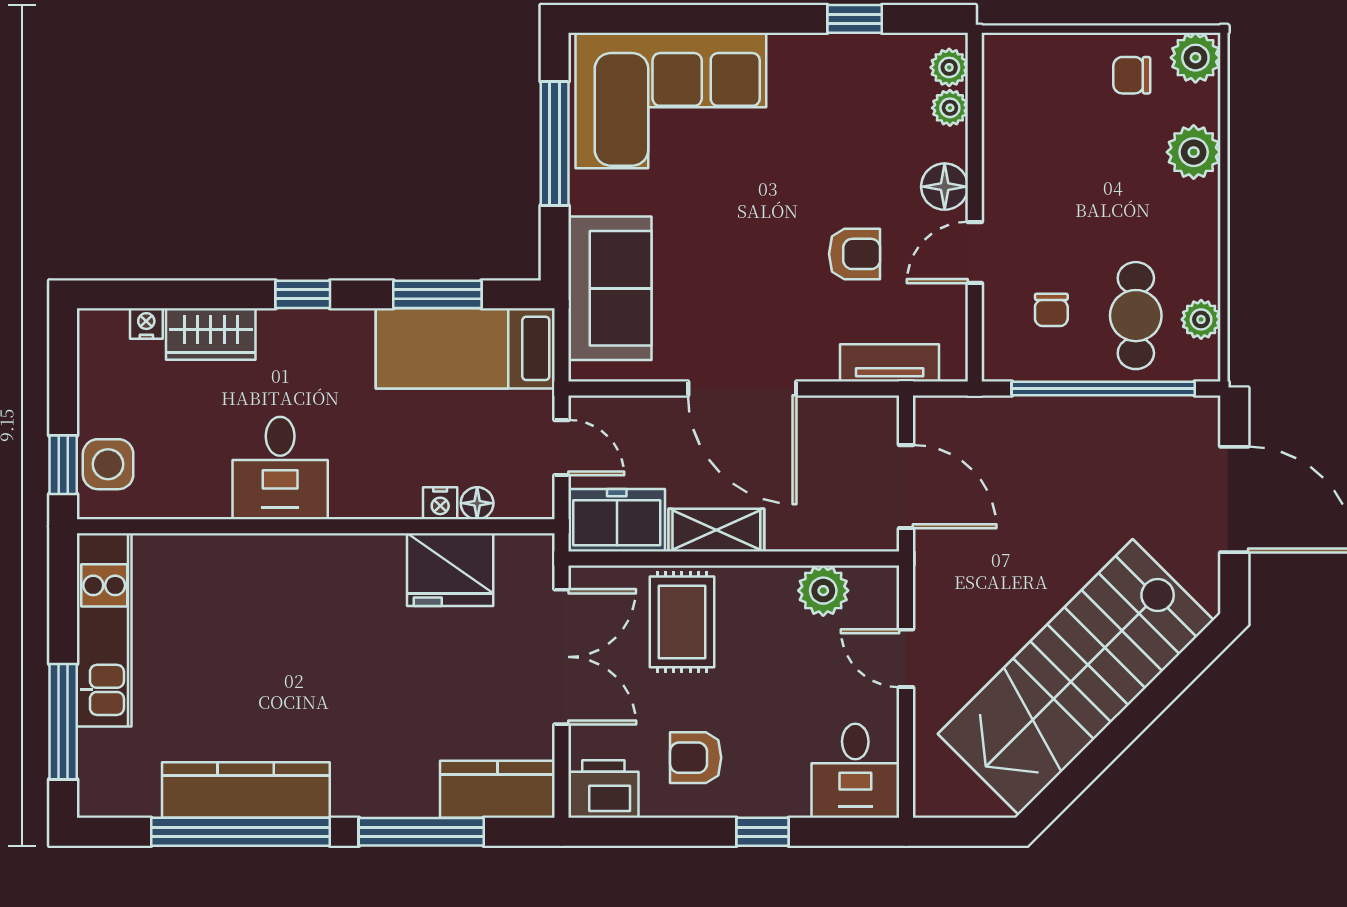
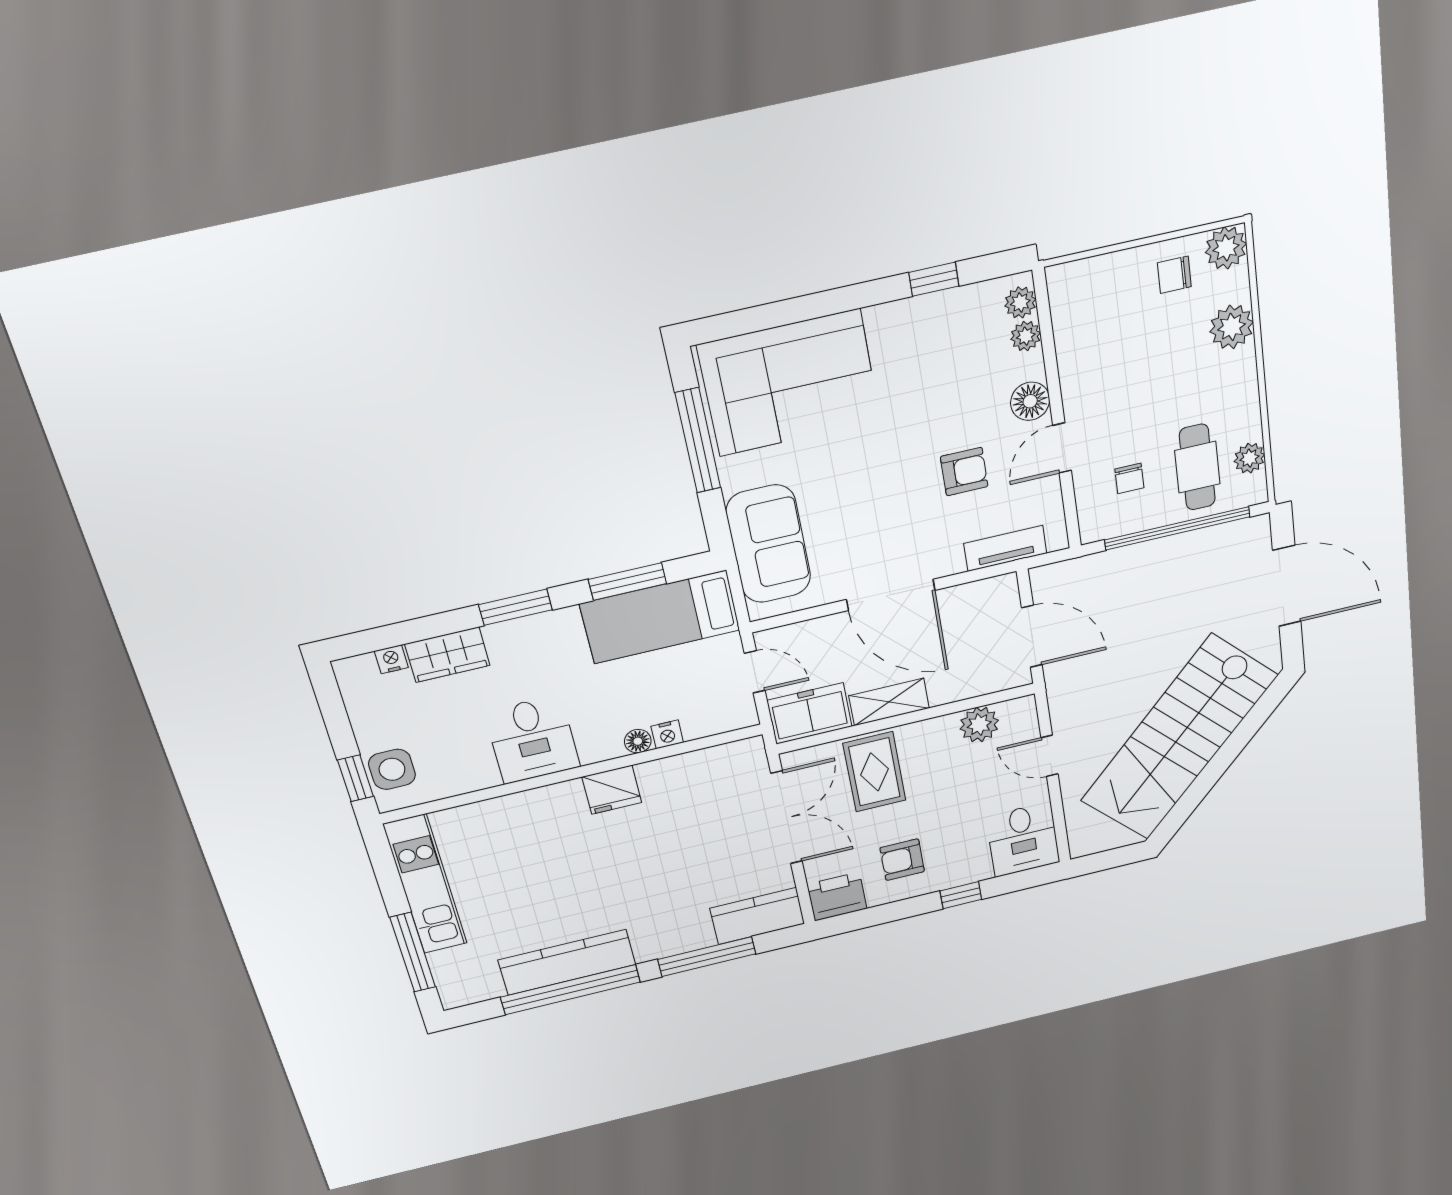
window: (303, 294) -> (515, 607), width x1.50
floor lamp: (477, 503) -> (638, 741), moved
fridge: (450, 570) -> (612, 790), moved, width x0.73, depth x0.75

